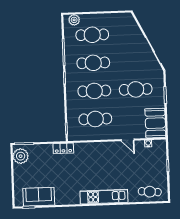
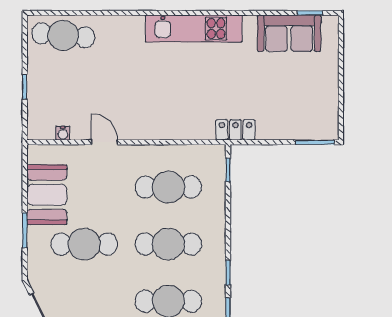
booth: (155, 123) -> (47, 195), moved
plant: (21, 156) -> (323, 117), removed
cafe table: (150, 192) -> (63, 35), width x1.37, depth x1.35
kitchen unit: (104, 197) -> (194, 29), moved

